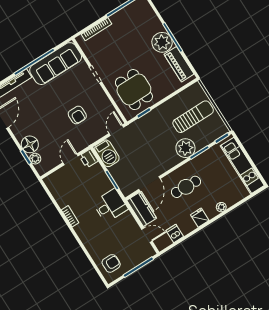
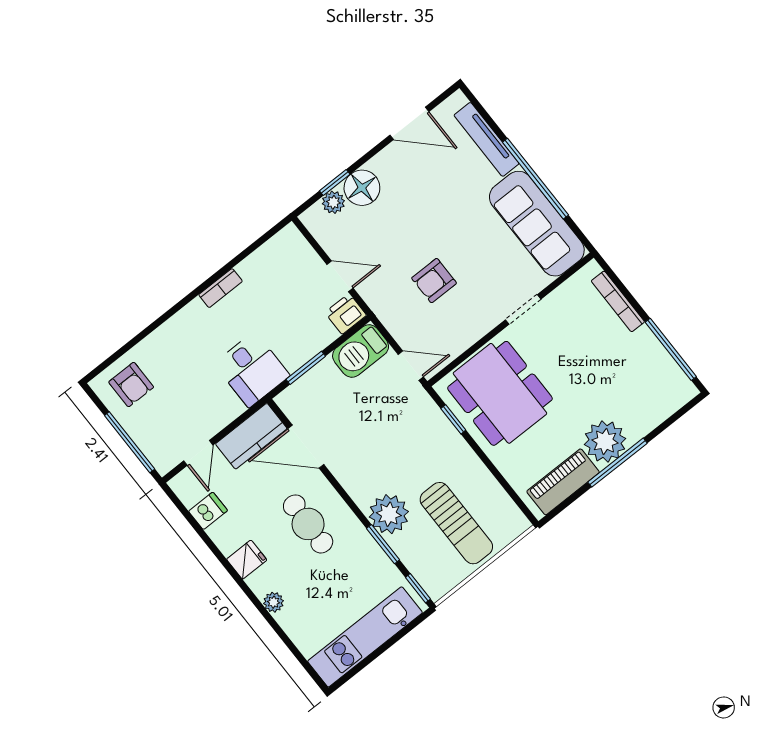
dining table: (134, 90) -> (500, 393), width x1.38

